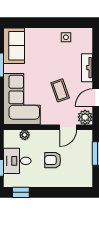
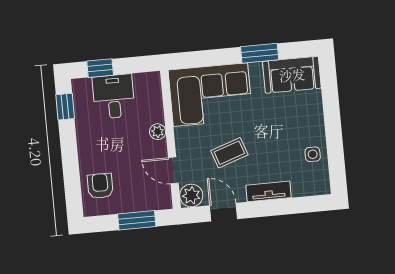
plant: (25, 135) -> (158, 132), moved
armchair: (53, 160) -> (100, 186), moved

